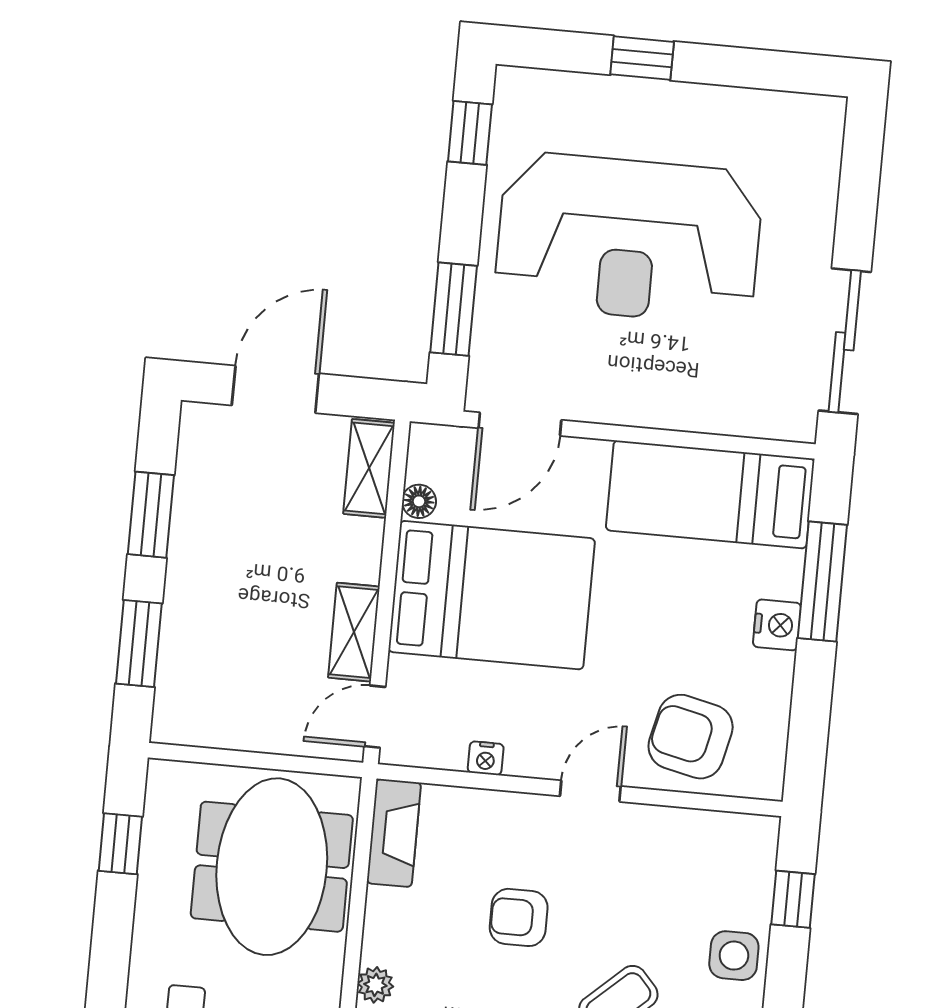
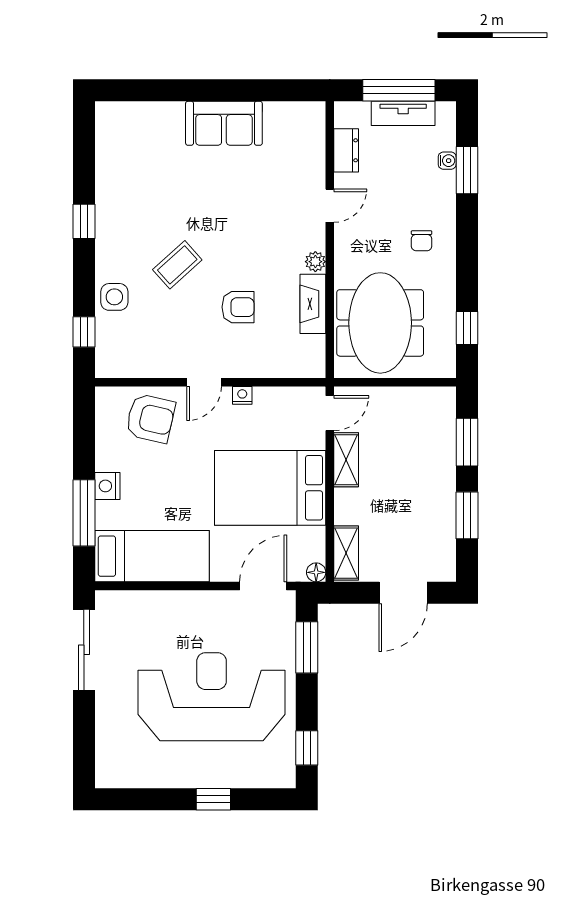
floor lamp: (419, 501) -> (316, 572), moved
nightstand: (486, 758) -> (242, 395), moved
fireplace: (394, 833) -> (313, 304), moved

